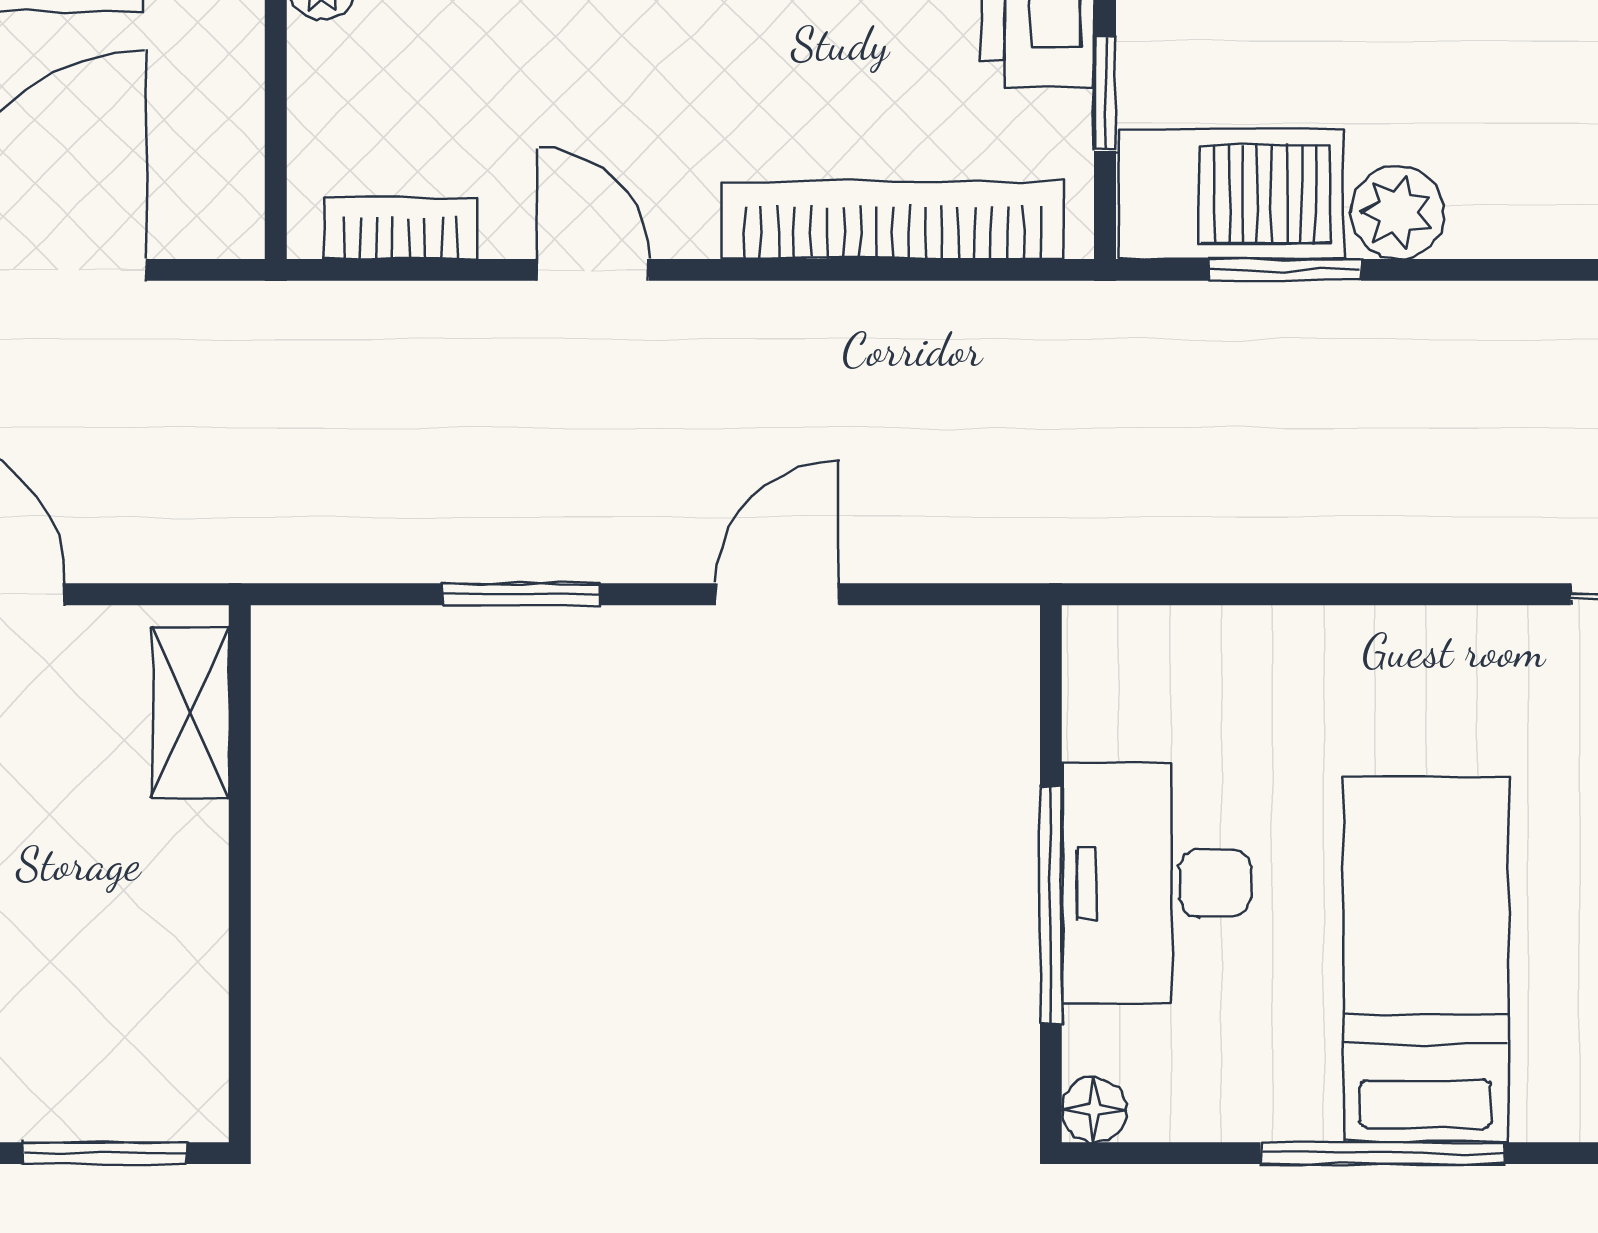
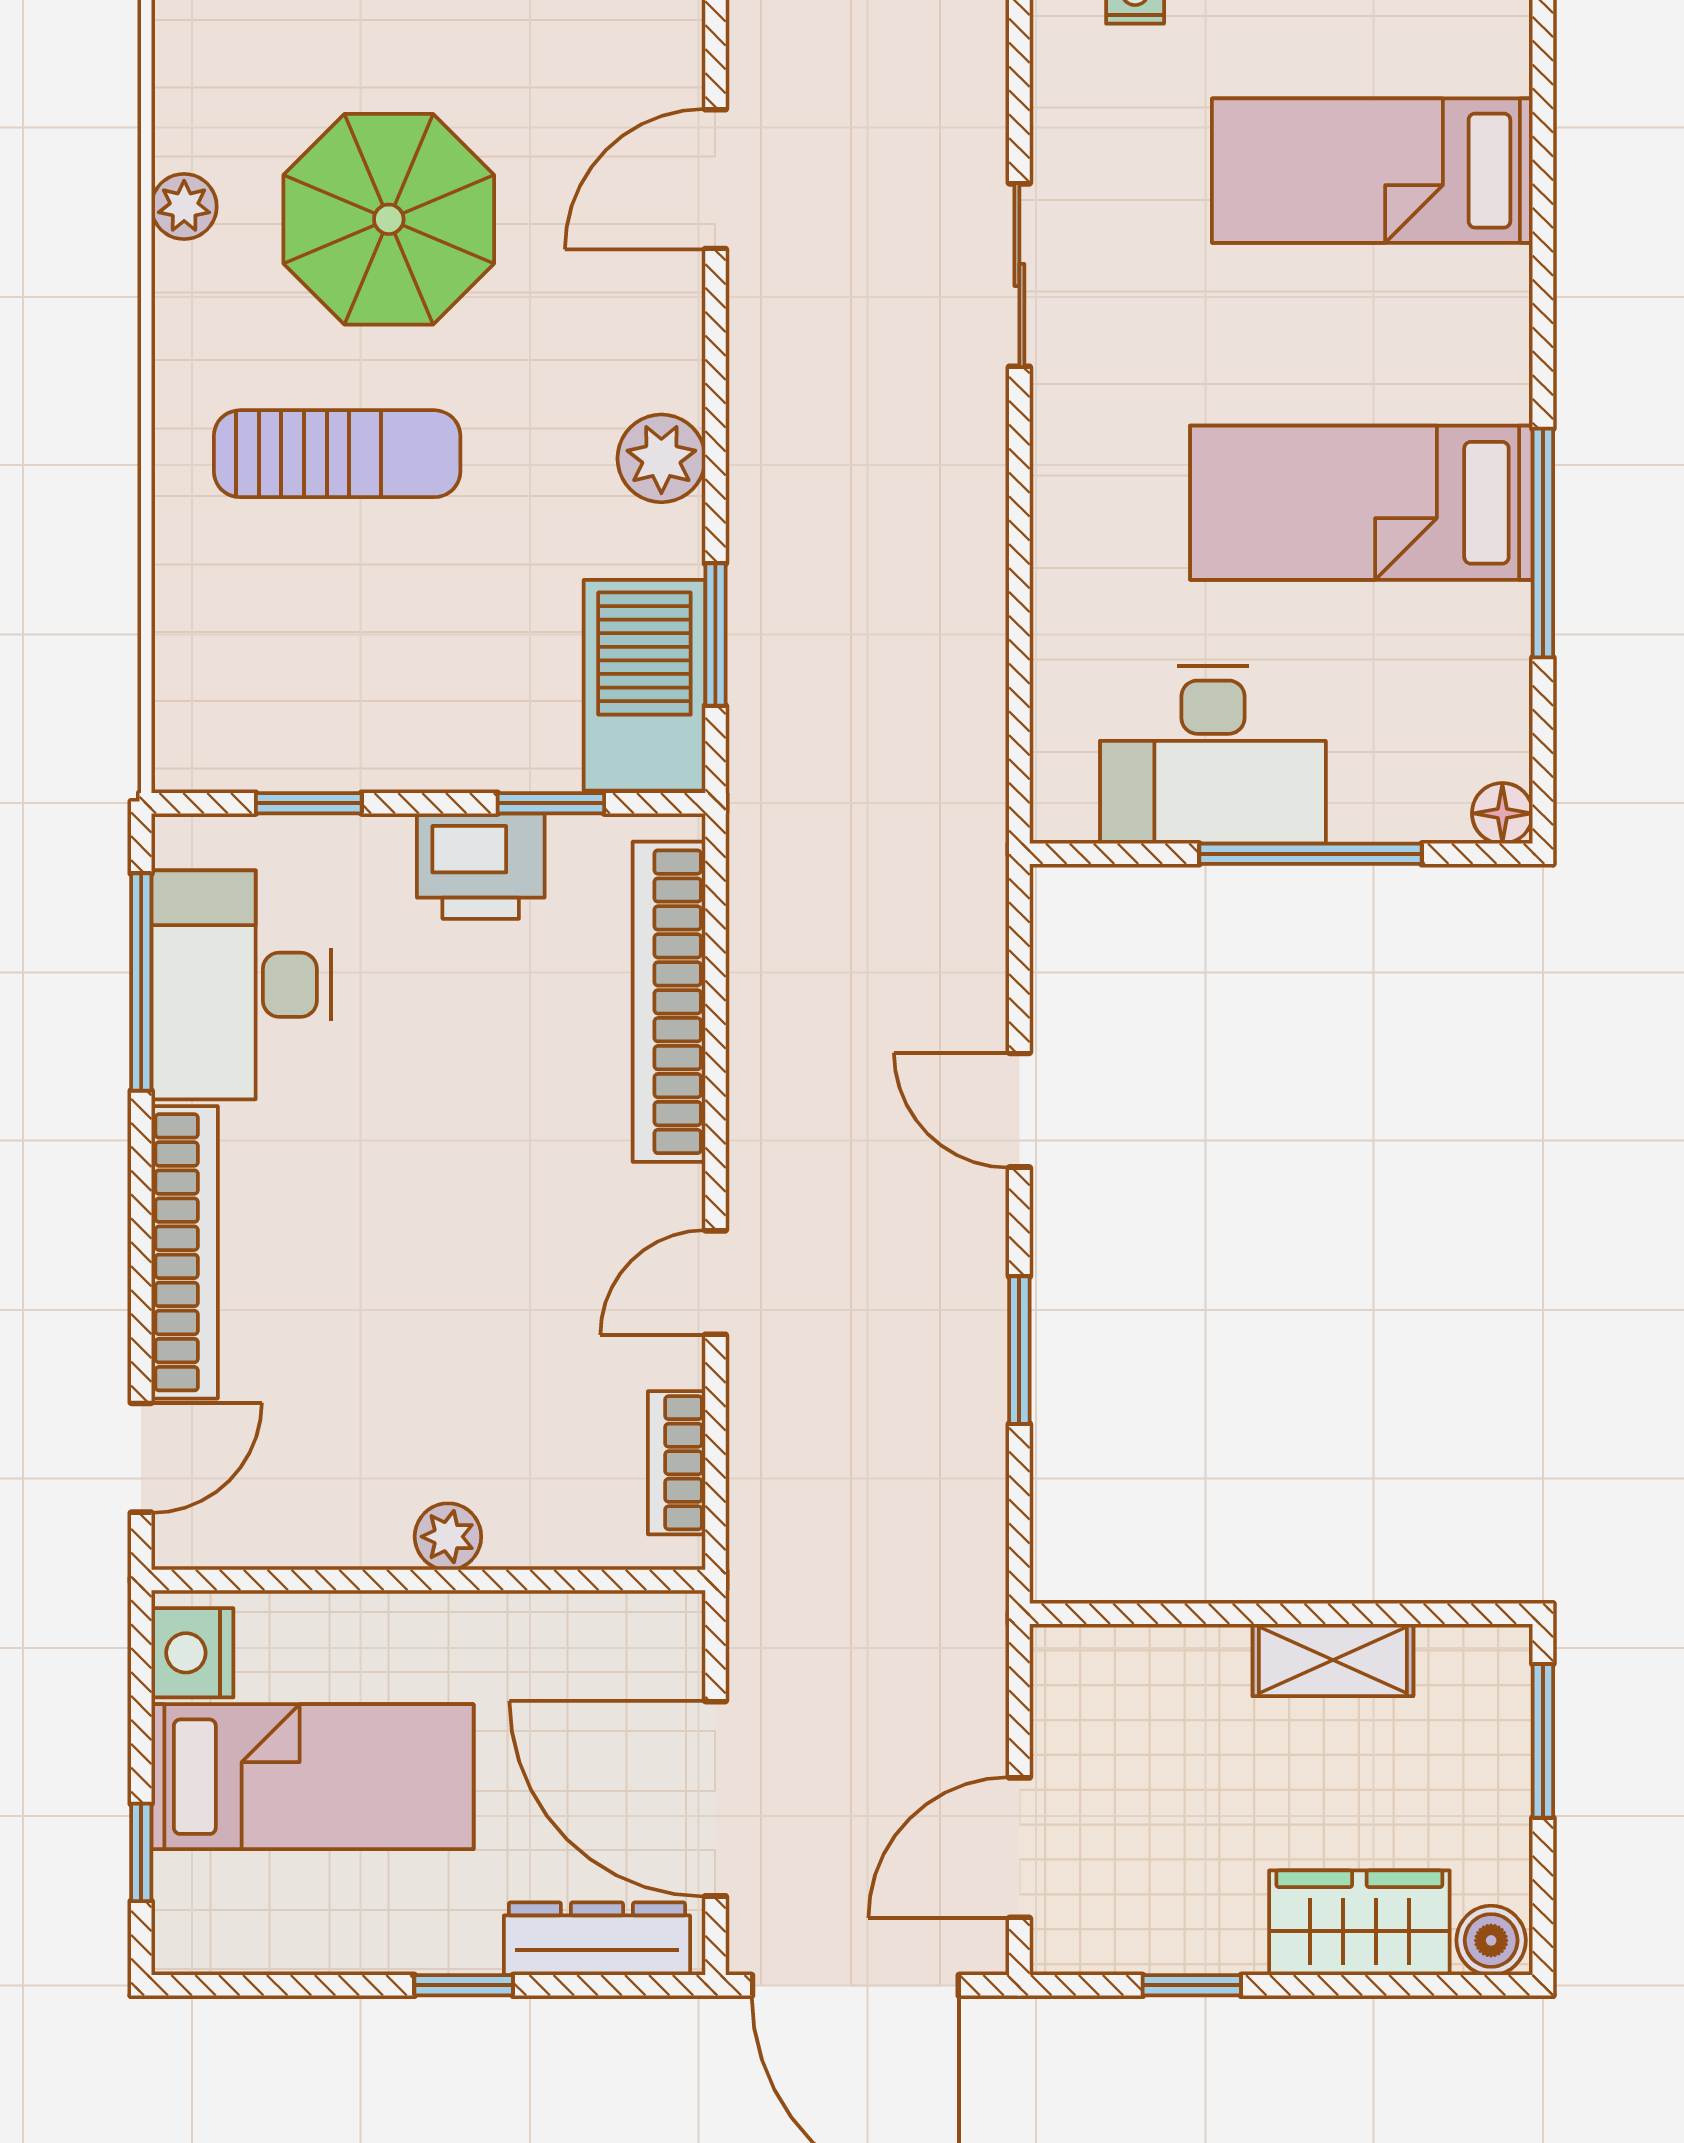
plant: (1398, 212) -> (661, 458), moved
shelving: (190, 713) -> (1333, 1660), moved
desk: (1156, 883) -> (1213, 755), moved

